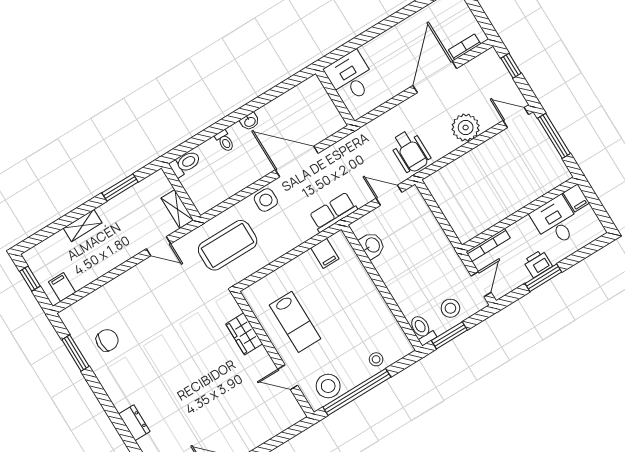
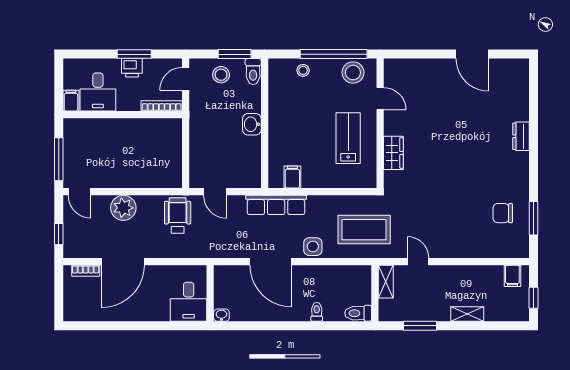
washbasin: (250, 122) -> (221, 315), moved
row of seats: (333, 212) -> (276, 205), width x1.48
washbasin: (372, 245) -> (252, 124), moved

